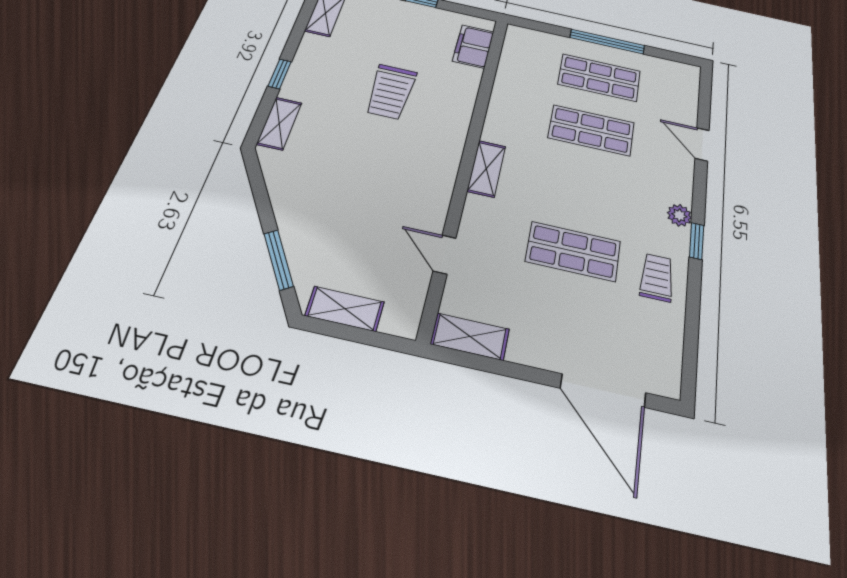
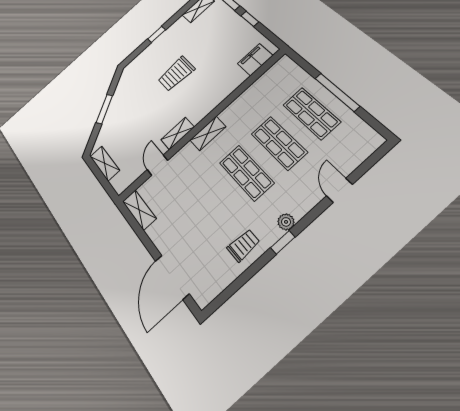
trolley: (391, 92) -> (176, 74), moved
shelving: (279, 123) -> (178, 133), moved
shop shelf: (573, 251) -> (246, 173), moved
window: (279, 260) -> (104, 109), moved

